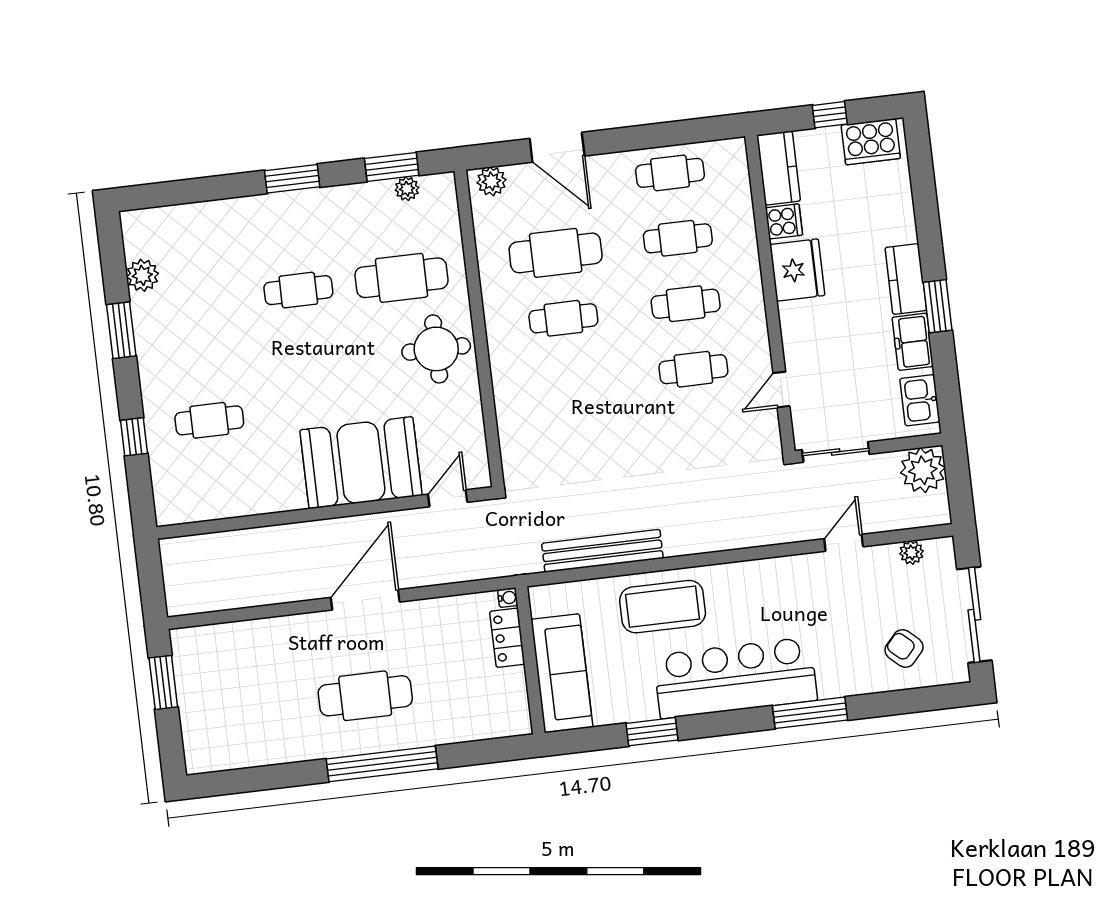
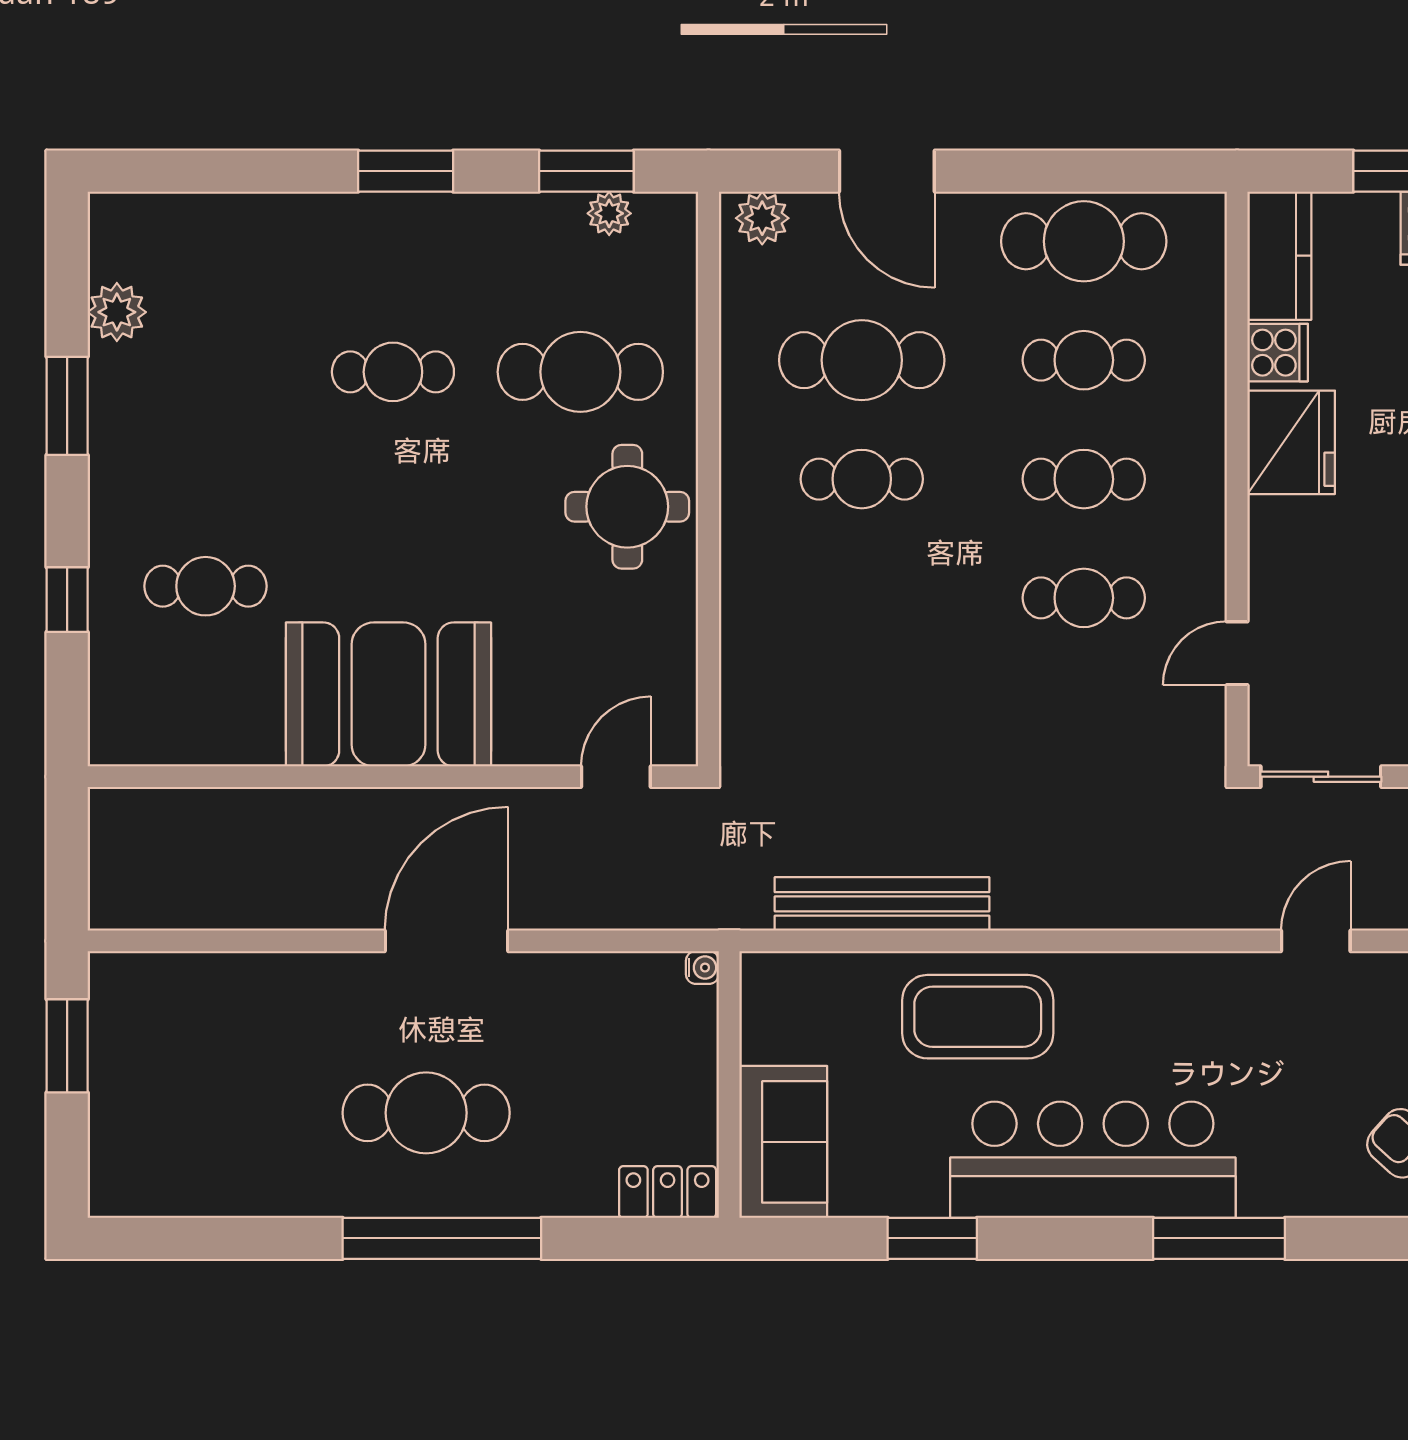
cafe table: (670, 173) -> (1084, 241), width x1.37, depth x1.35
booth: (361, 463) -> (388, 694), moved
locker: (507, 638) -> (668, 1192), moved, turned 90
sofa: (562, 673) -> (783, 1142), width x0.73

